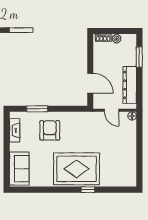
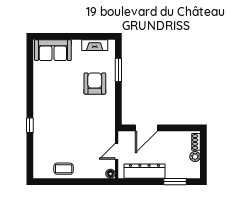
armchair: (50, 130) -> (95, 84), turned -90
coffee table: (128, 159) -> (64, 169), added
rug: (77, 169) -> (53, 113), removed

